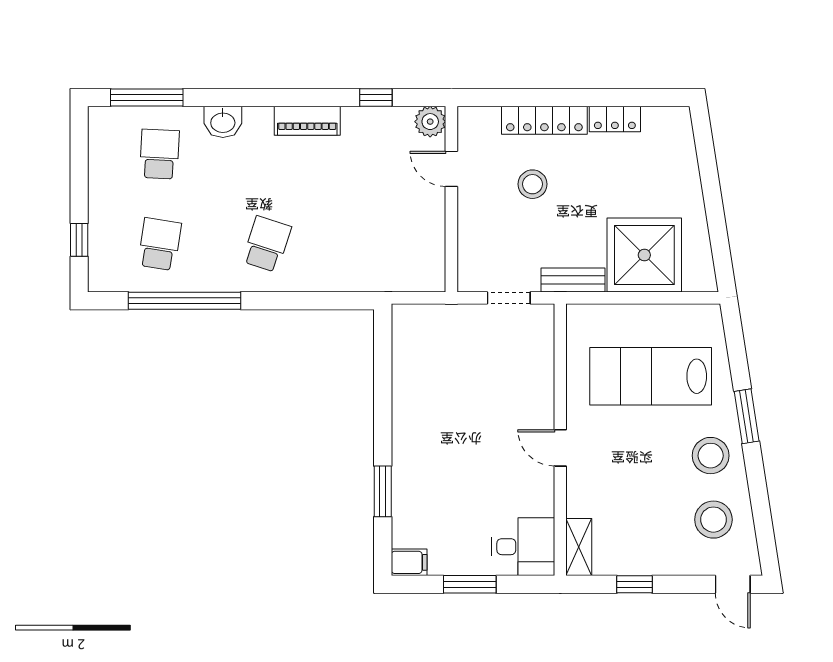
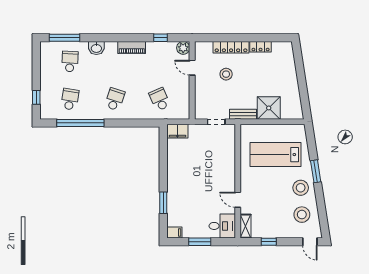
school desk: (374, 244) -> (160, 99), added
shower: (644, 255) -> (269, 108), width x0.73, depth x0.73
filing cabinet: (416, 320) -> (177, 131), added
door: (560, 448) -> (238, 200), moved

